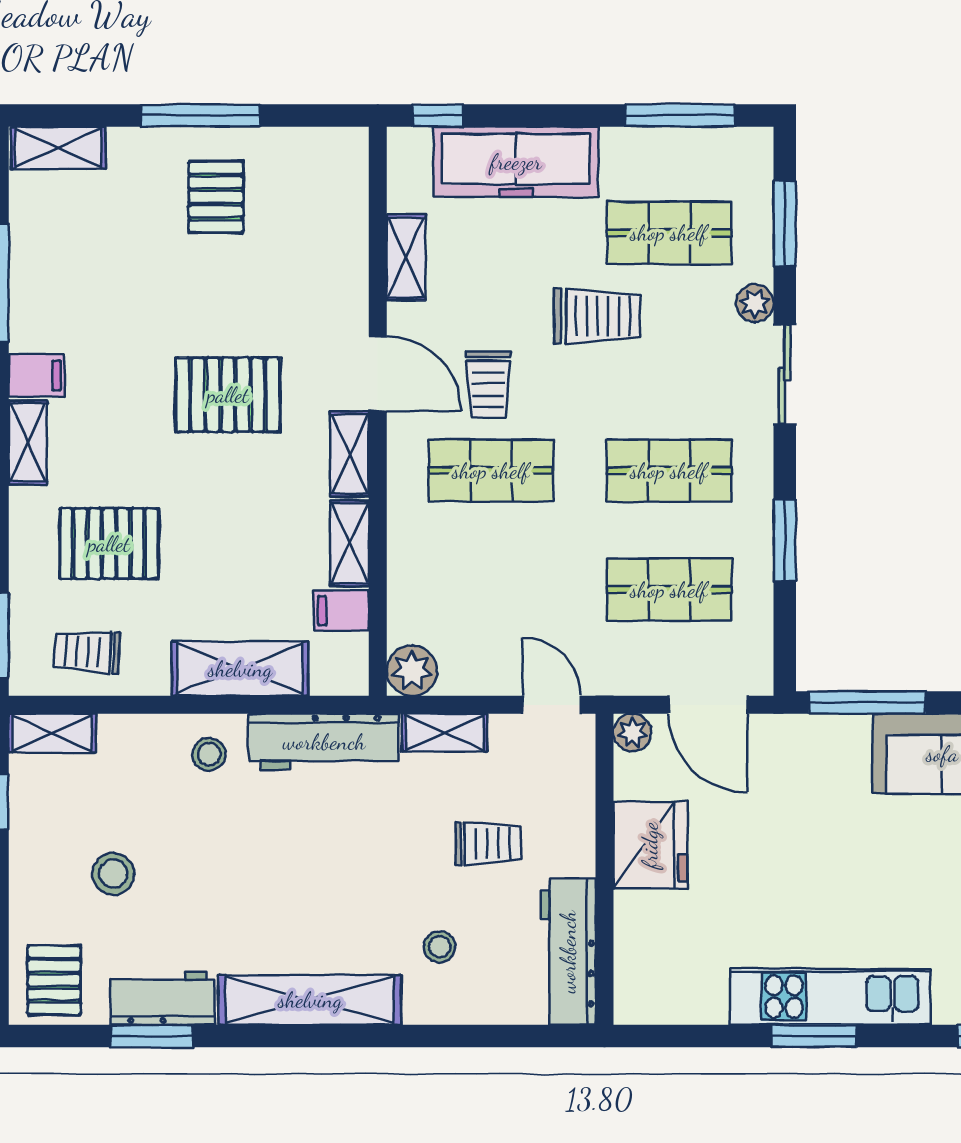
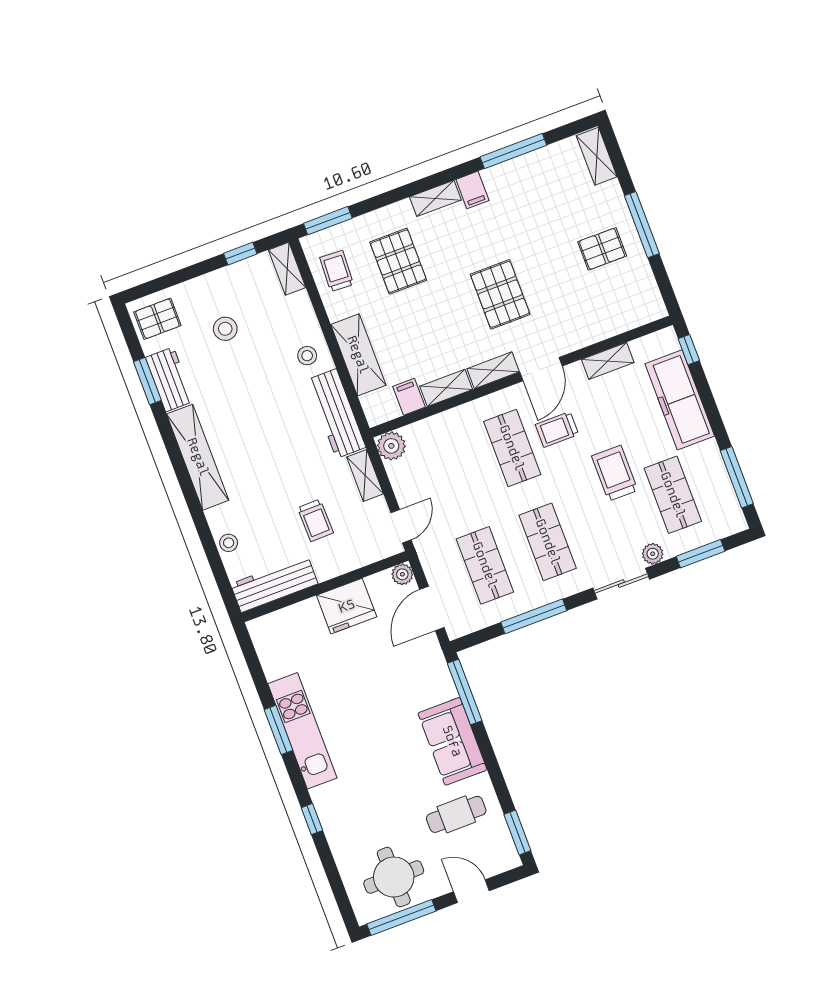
trolley: (597, 316) -> (615, 473), turned 180
window: (785, 540) -> (534, 616), width x1.44
stool: (440, 947) -> (229, 543), moved

